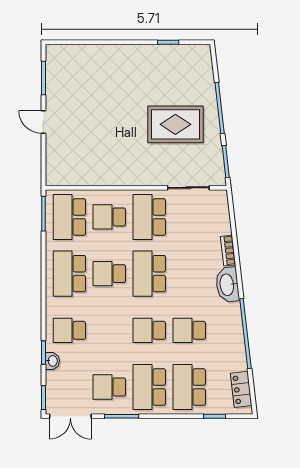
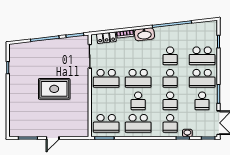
rug: (175, 124) -> (54, 89), moved, turned 90
school desk: (109, 217) -> (170, 101), moved
locker: (241, 389) -> (106, 38), moved

